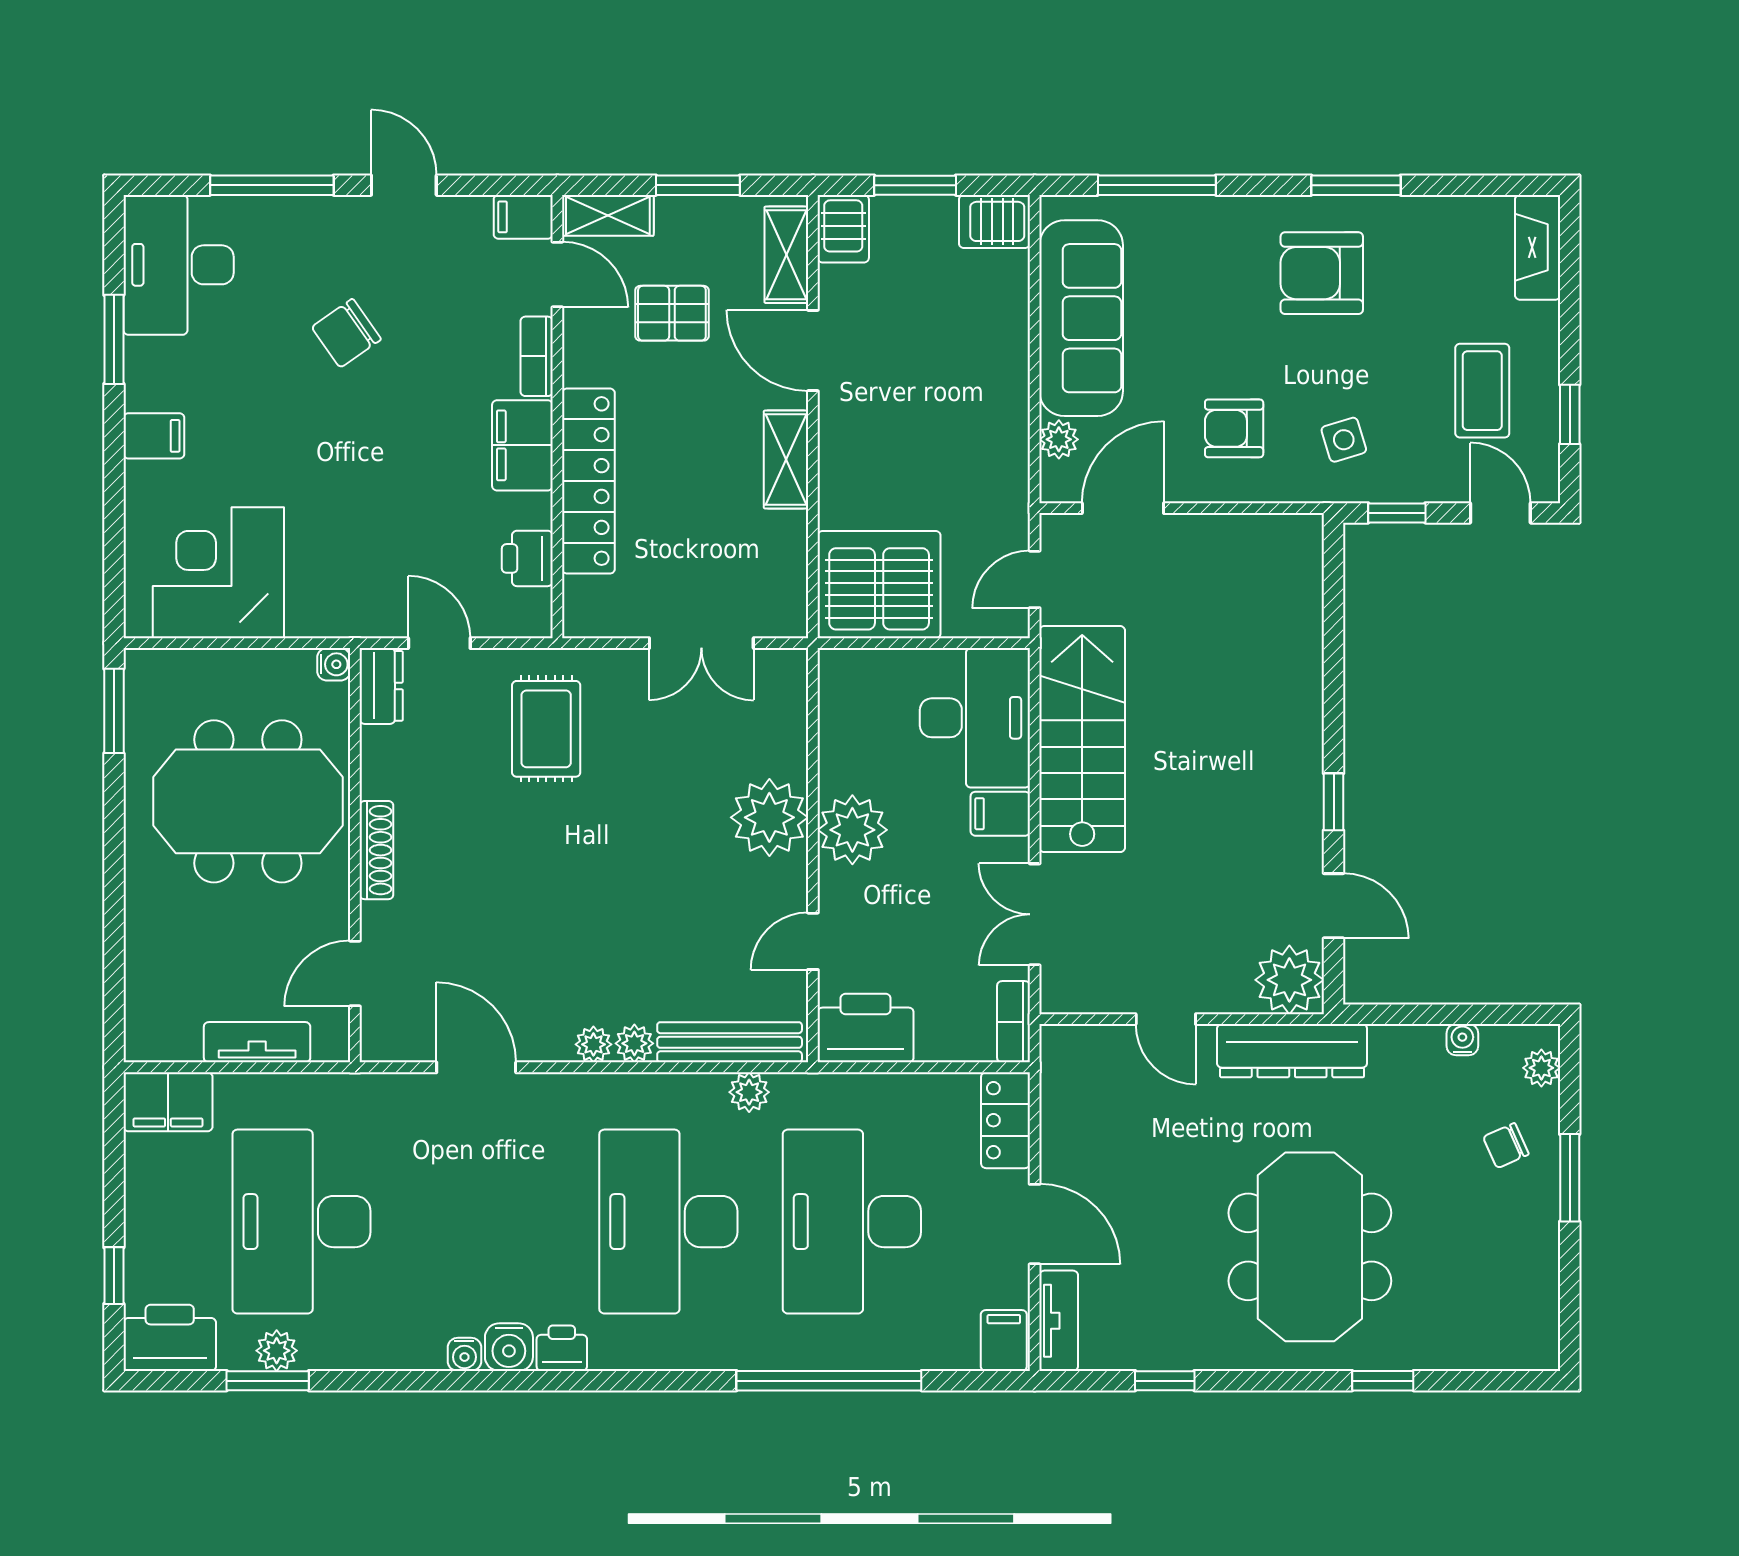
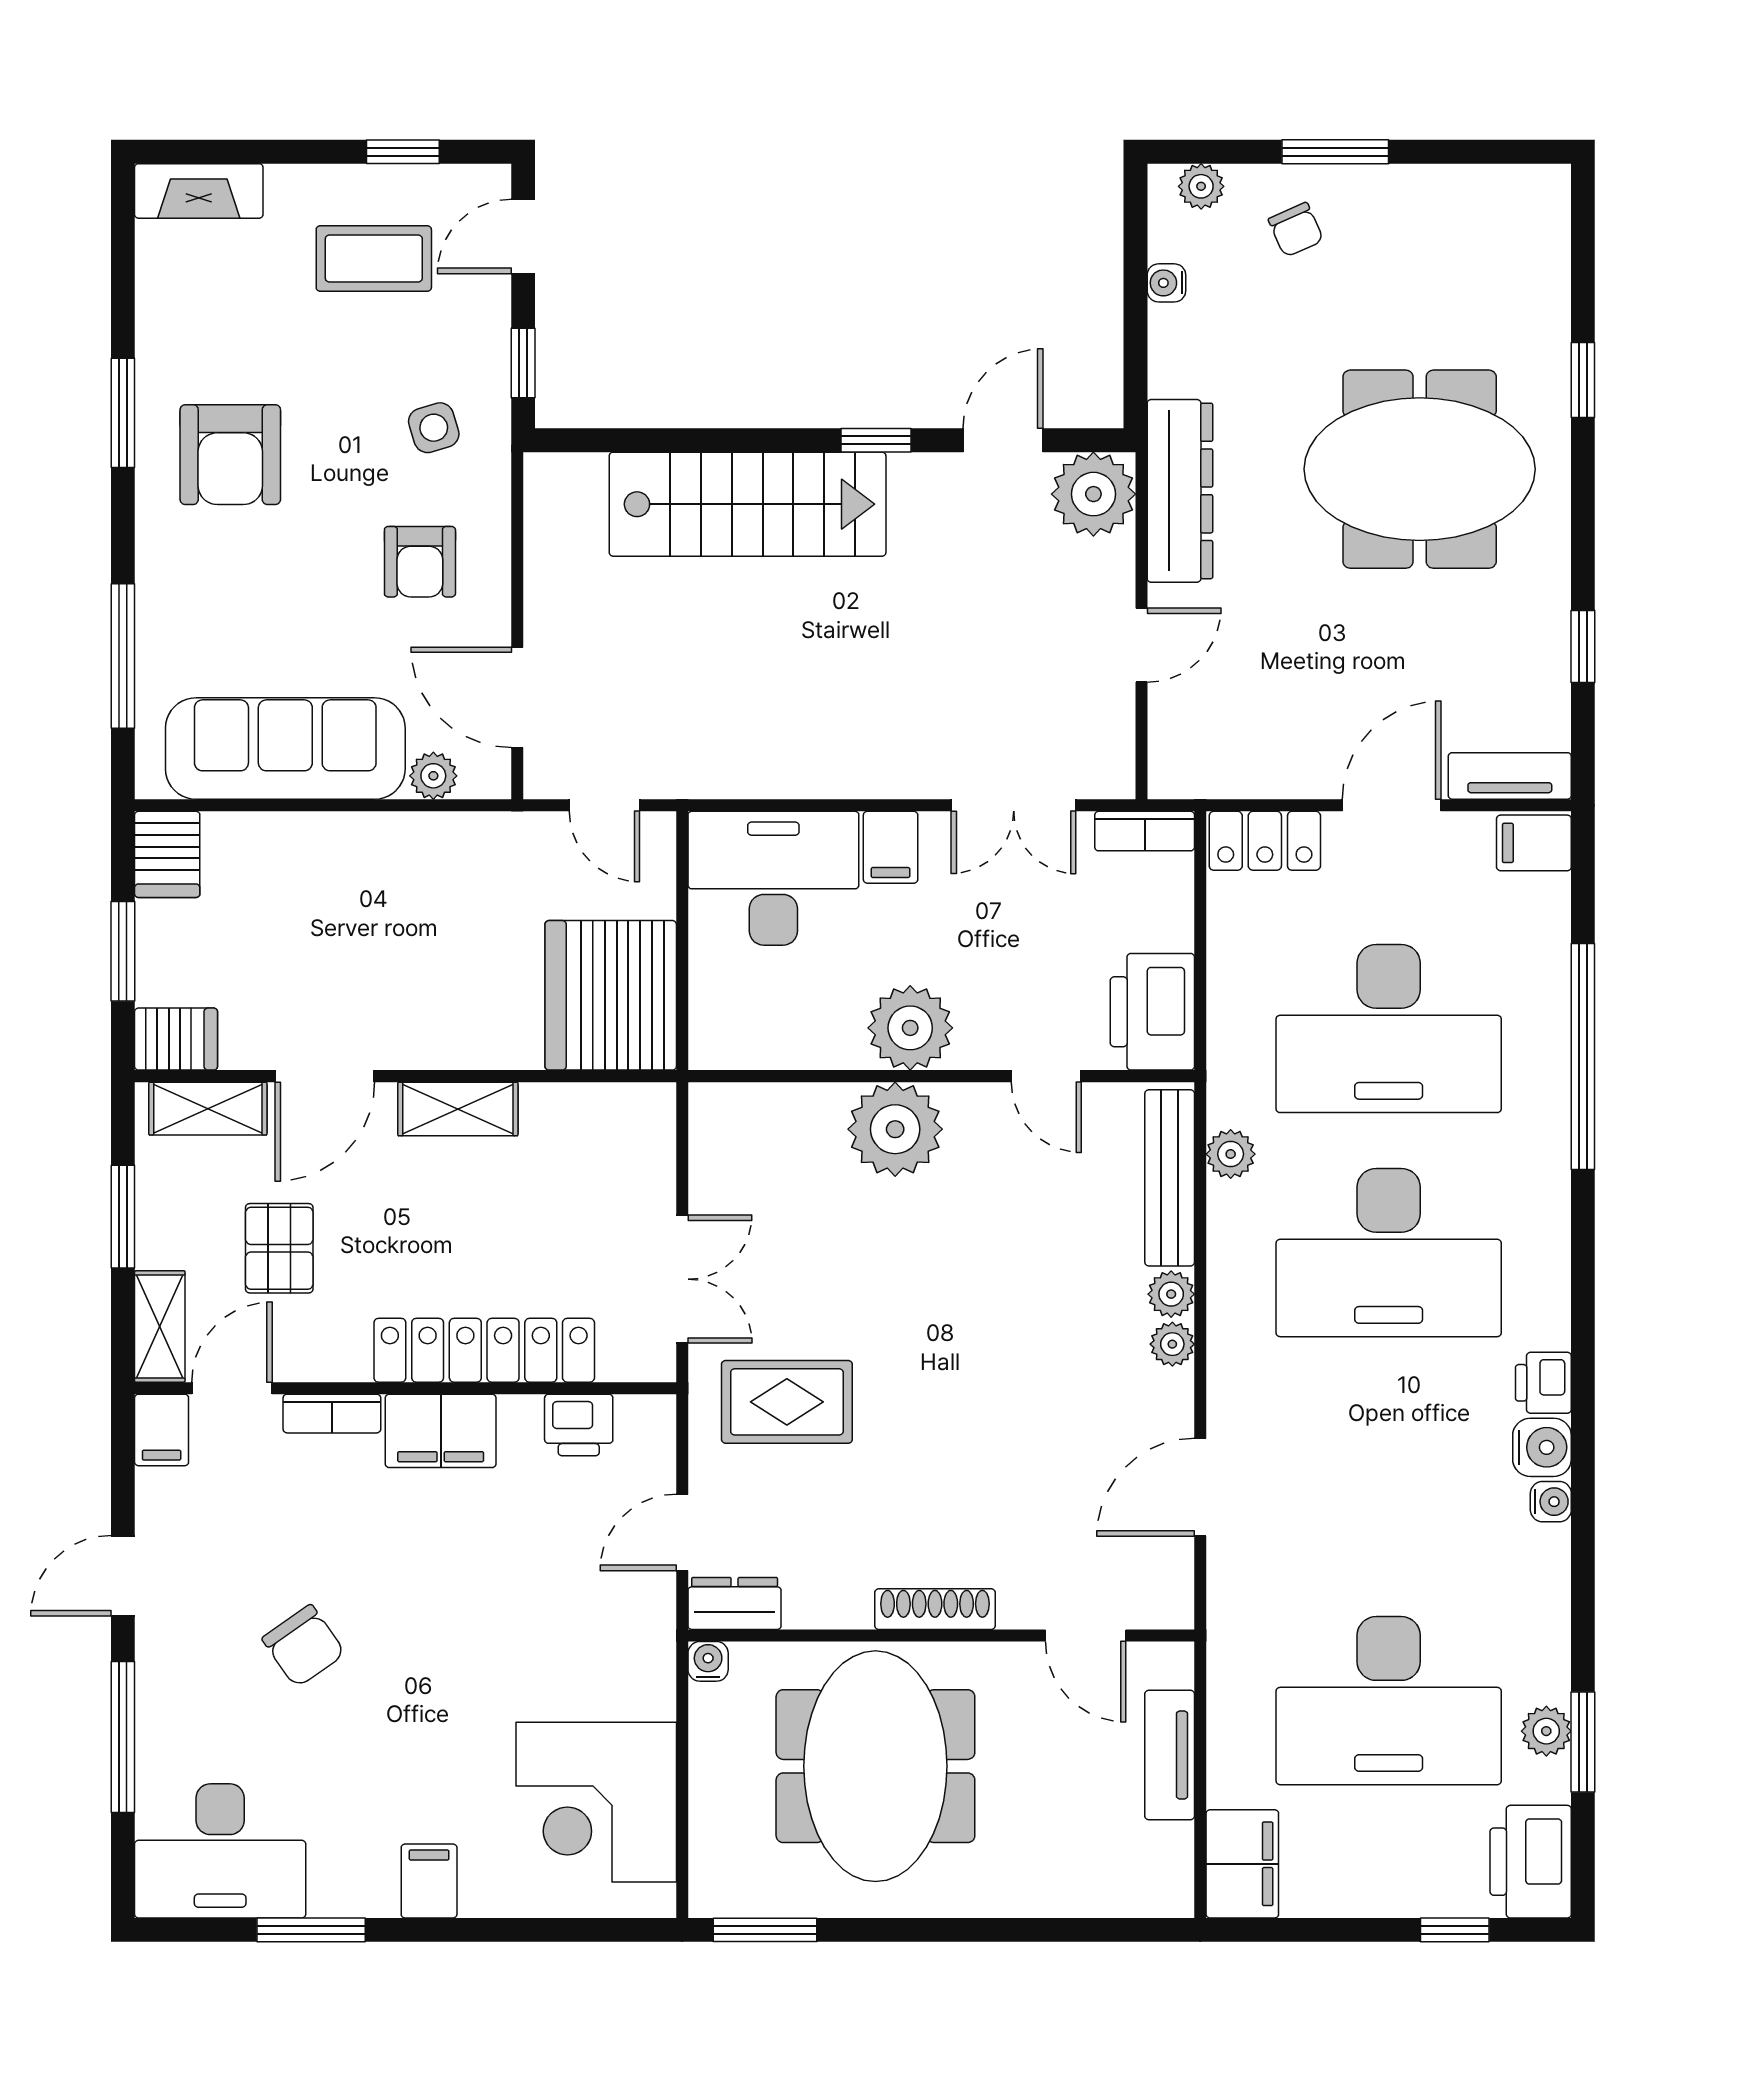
double door: (701, 643) -> (682, 1279), moved
stairs: (1082, 739) -> (748, 504), moved, turned 180

